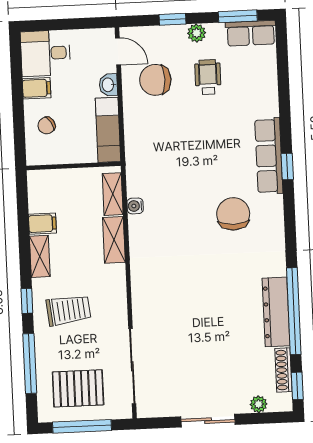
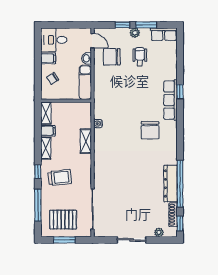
window: (238, 16) -> (146, 25), moved
window: (287, 167) -> (180, 92), moved
shelving: (113, 194) -> (46, 113), moved
chair: (233, 214) -> (150, 130), turned 180
window: (82, 426) -> (64, 240), width x0.69

